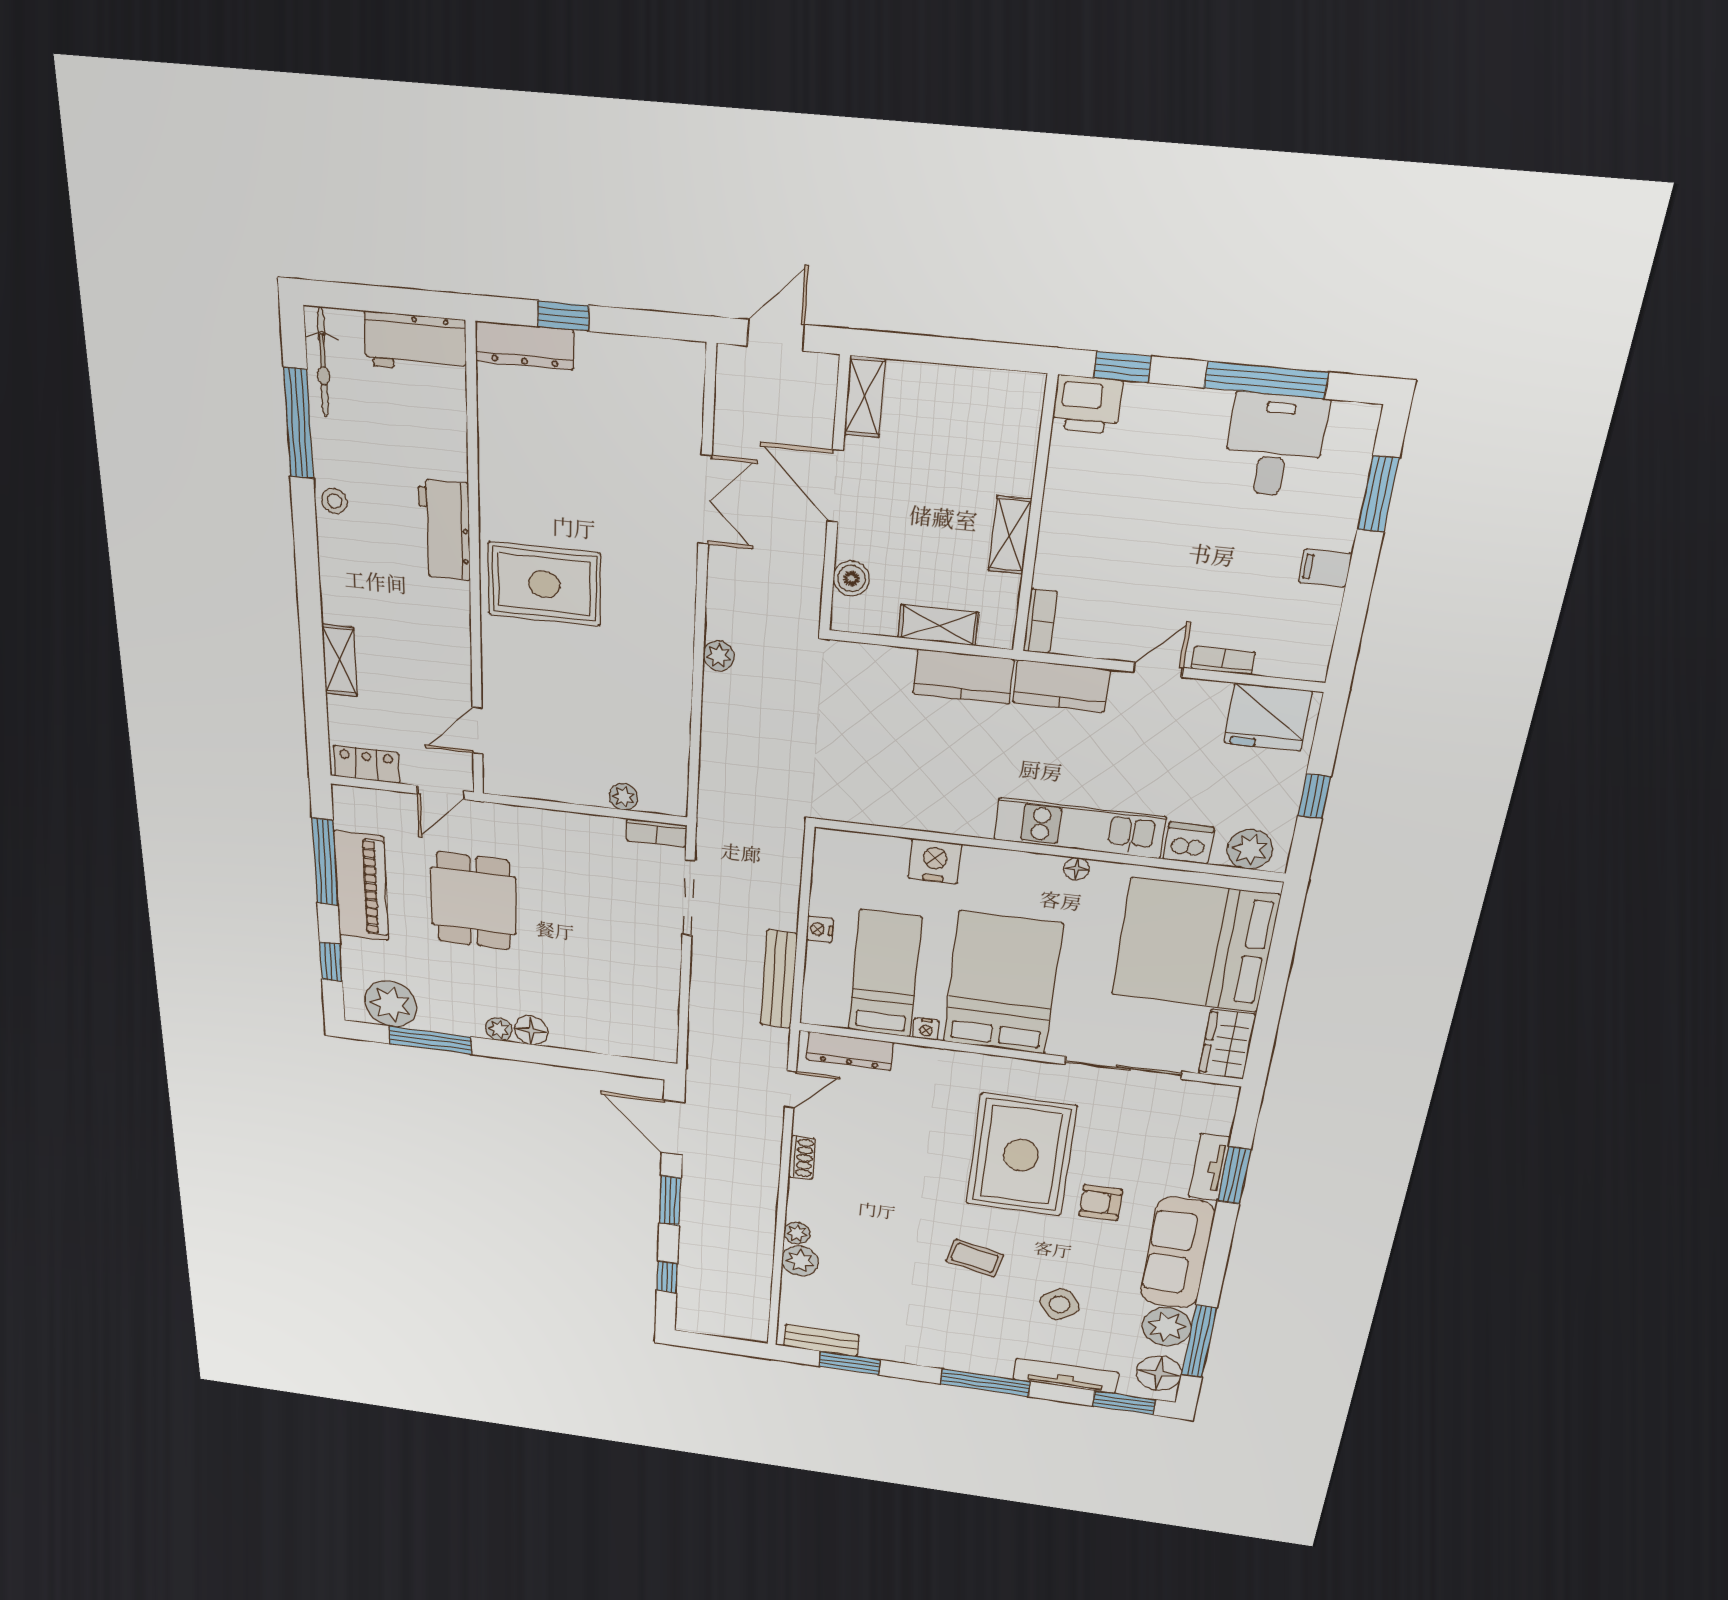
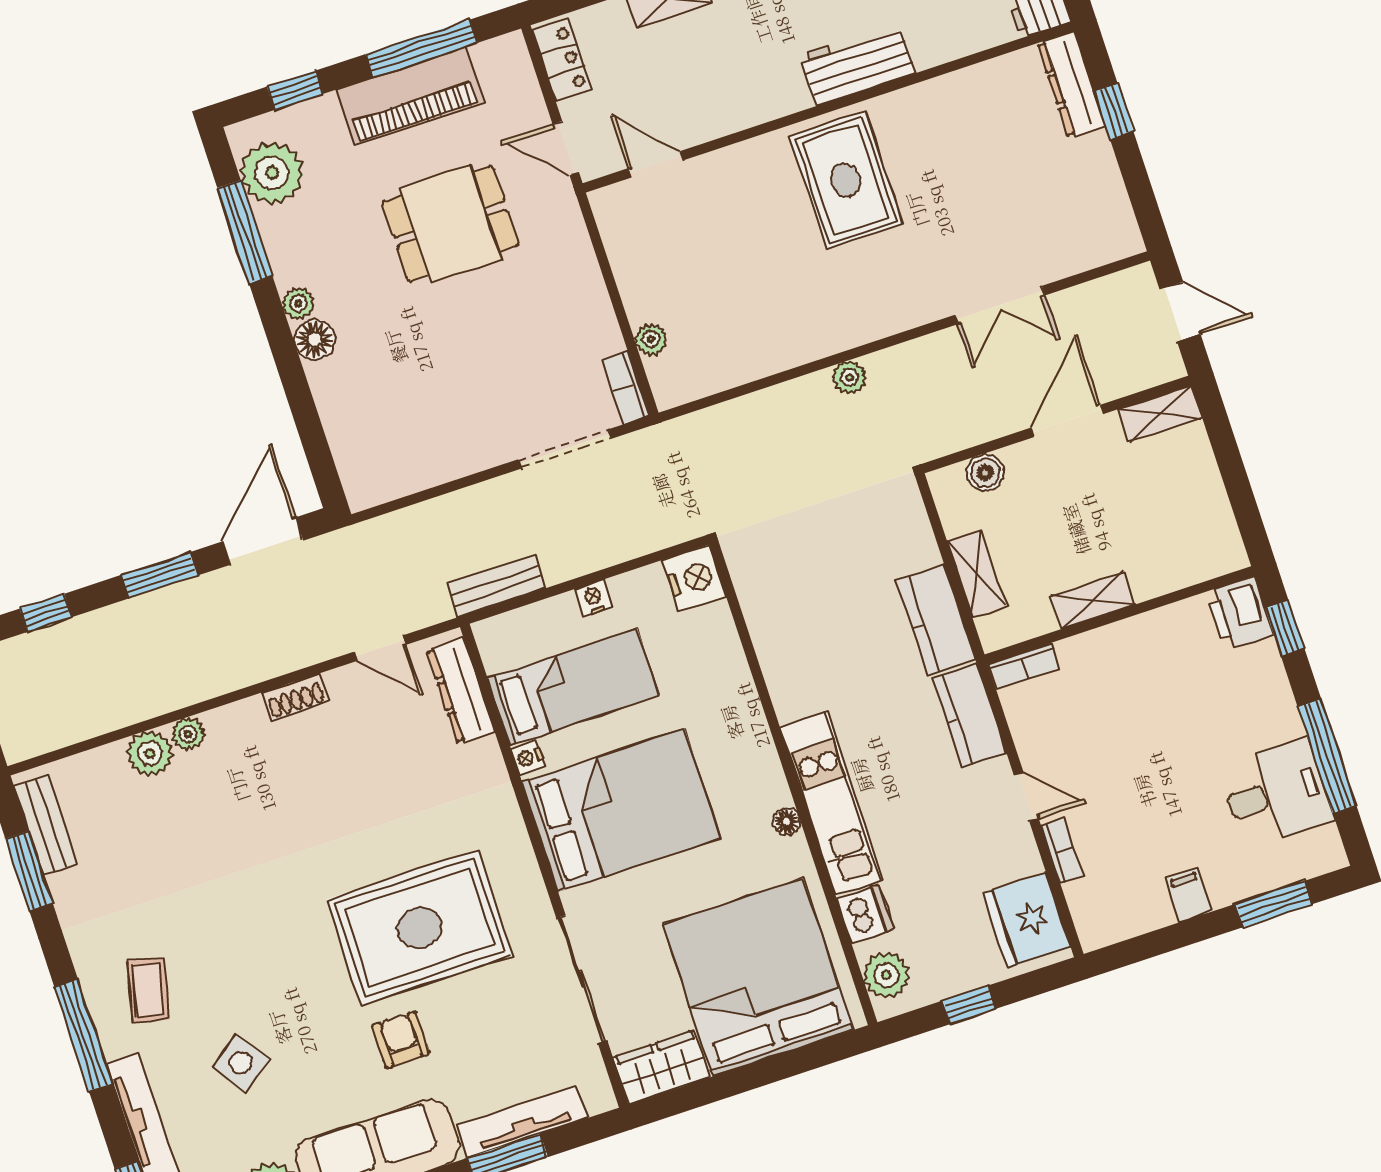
nightstand: (935, 861) -> (694, 578), moved
bench: (779, 980) -> (496, 586), width x0.73
tv unit: (1209, 1167) -> (522, 1121), width x1.41
coffee table: (975, 1258) -> (149, 990), moved

